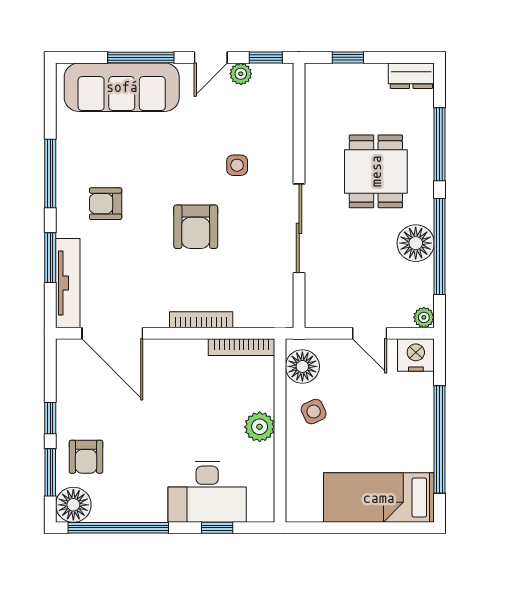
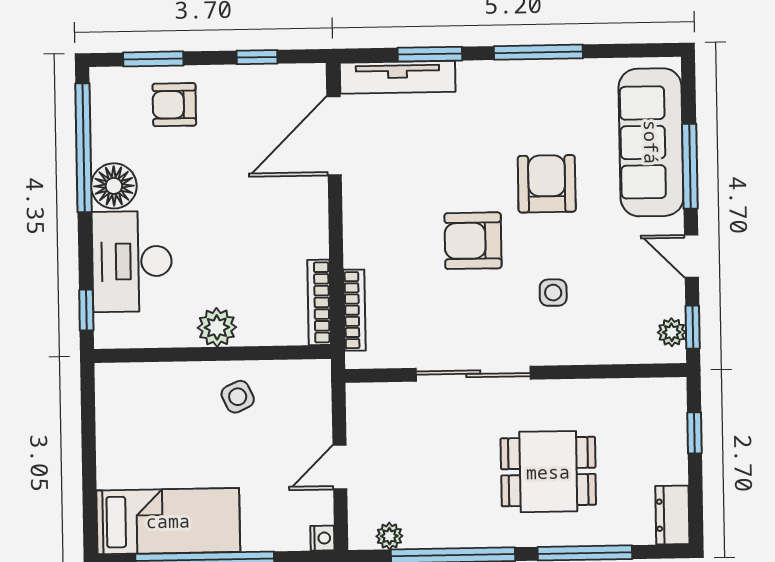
plant: (241, 74) -> (672, 332), moved
armchair: (106, 204) -> (547, 184), moved, width x1.38, depth x1.38
floor lamp: (416, 243) -> (457, 524), removed
plant: (424, 317) -> (389, 536), moved
bookcase: (201, 320) -> (354, 310), moved
nightstand: (416, 355) -> (322, 538), width x0.53, depth x0.56
floor lamp: (302, 366) -> (295, 381), removed
window: (50, 418) -> (257, 57), moved
bed: (379, 498) -> (168, 521), moved, turned 90
floor lamp: (73, 505) -> (114, 186), moved
window: (217, 528) -> (86, 310), moved

